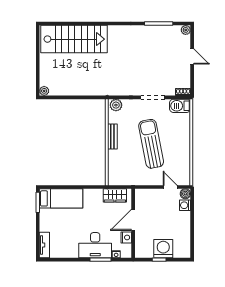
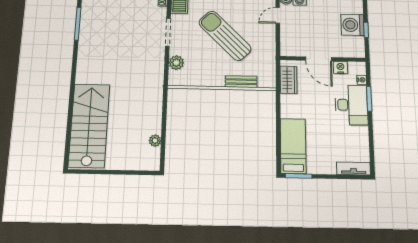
plant: (44, 91) -> (155, 141), moved
plant: (116, 105) -> (176, 63), moved
bench: (112, 136) -> (241, 82), moved
sun lounger: (151, 144) -> (225, 36), turned 56

